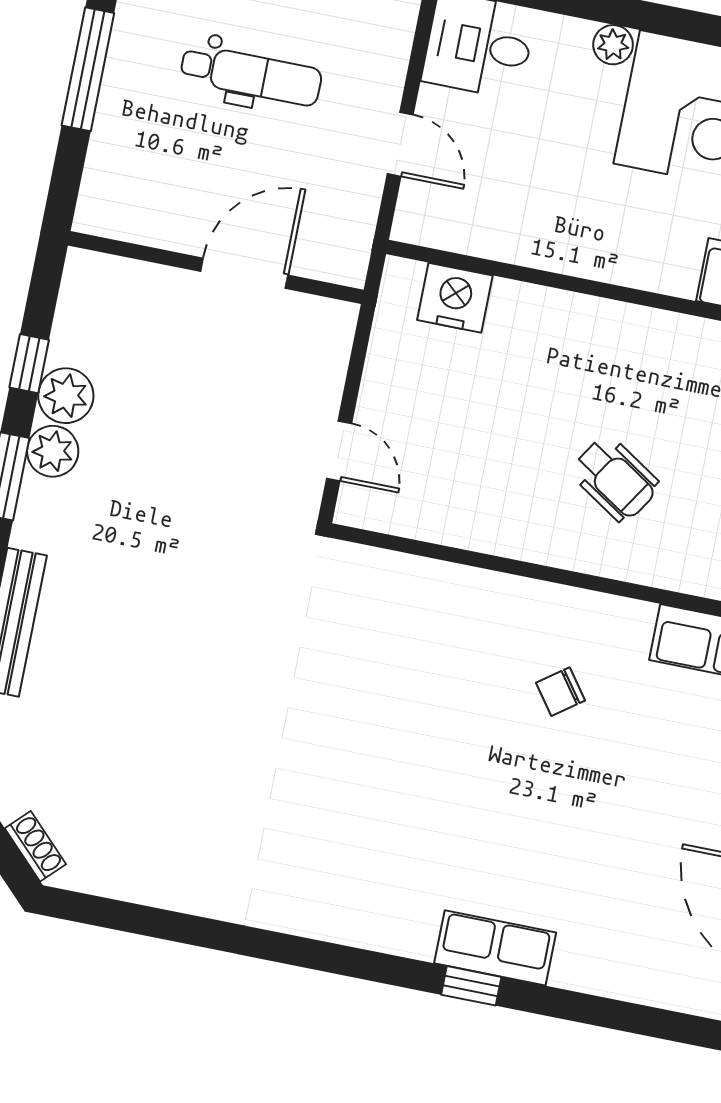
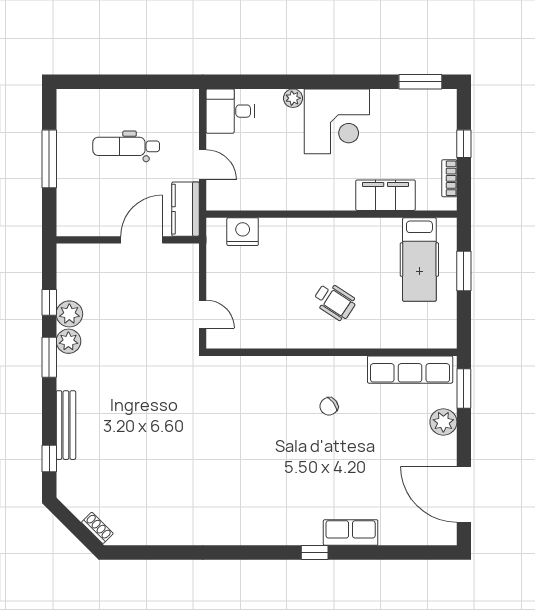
dental chair: (251, 75) -> (126, 146), turned 180
kitchen counter: (347, 228) -> (186, 209), added
row of seats: (495, 948) -> (351, 533), moved

